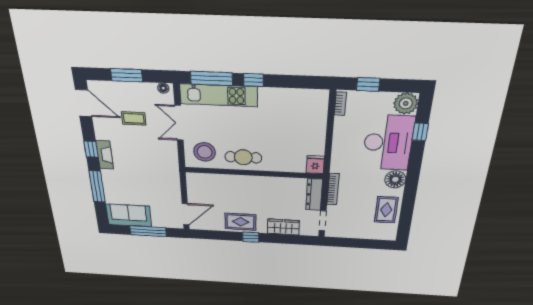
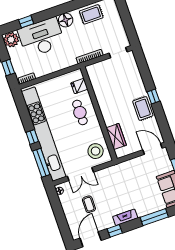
window: (127, 75) -> (60, 216), removed
kitchen unit: (219, 95) -> (44, 134), width x1.86
window: (91, 149) -> (115, 231), moved
cafe table: (243, 157) -> (80, 112), moved
fridge: (315, 165) -> (79, 86), moved
dresser: (314, 195) -> (99, 67), removed
wardrobe: (283, 227) -> (116, 136), moved, turned 180

